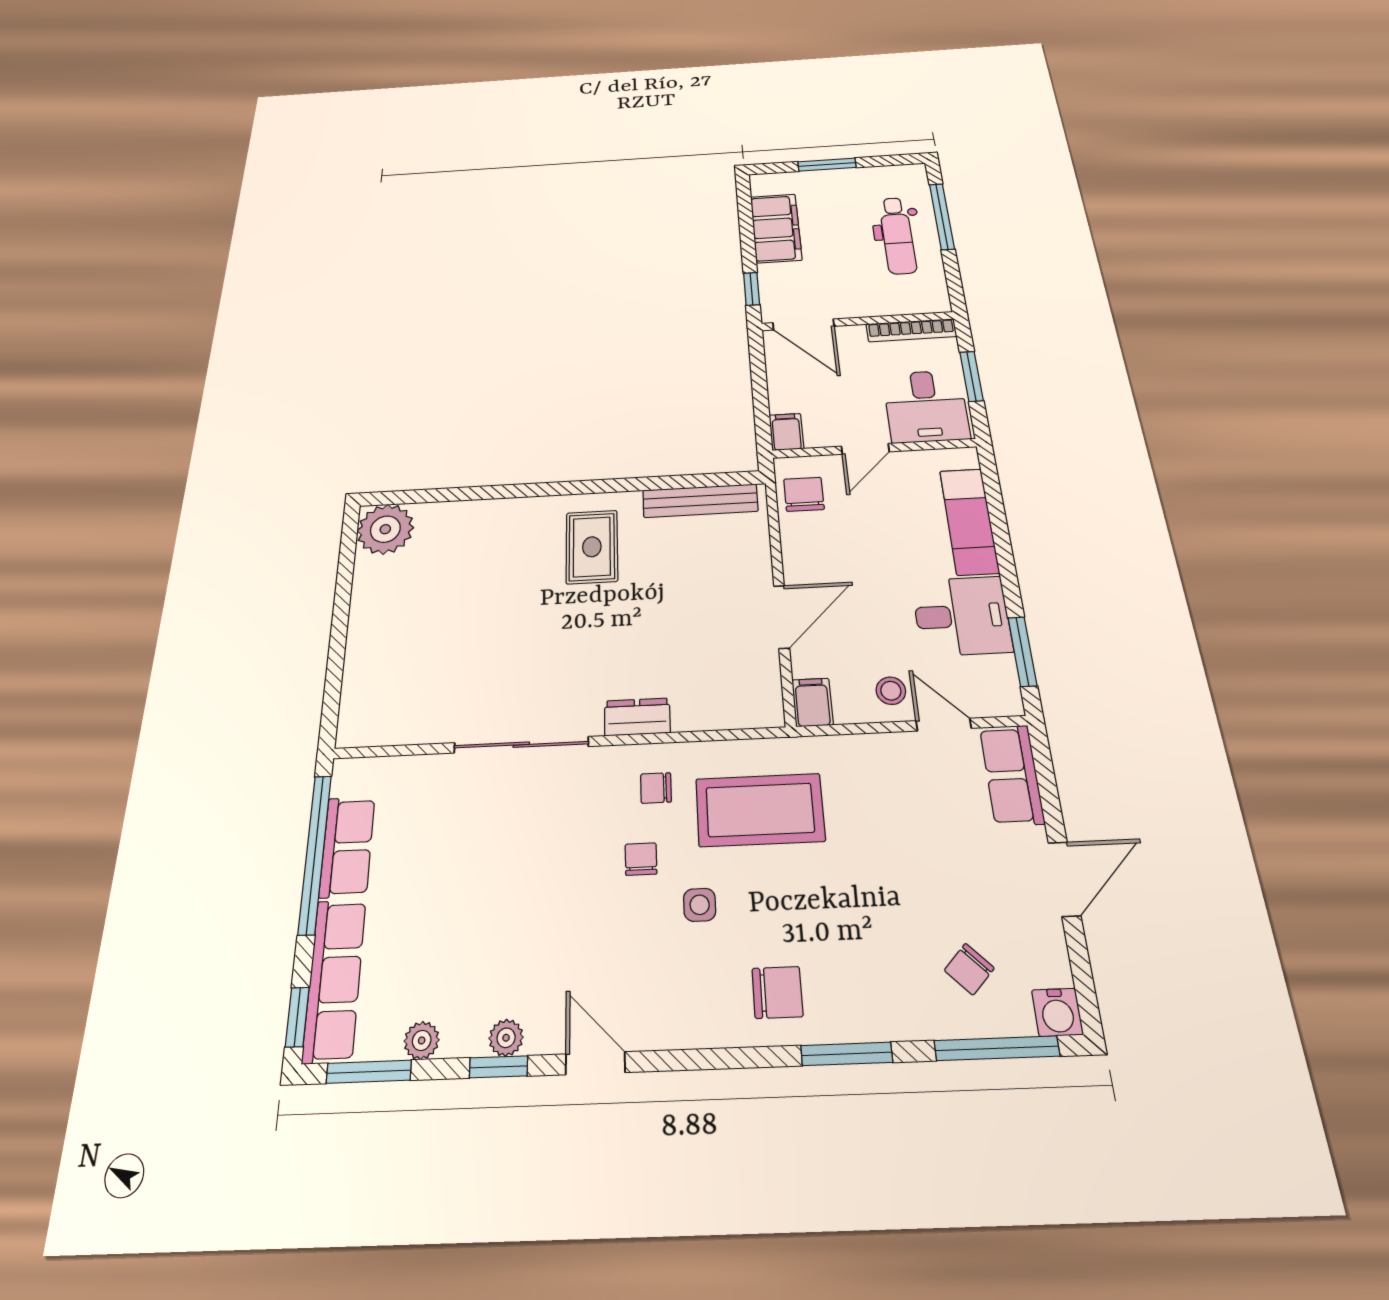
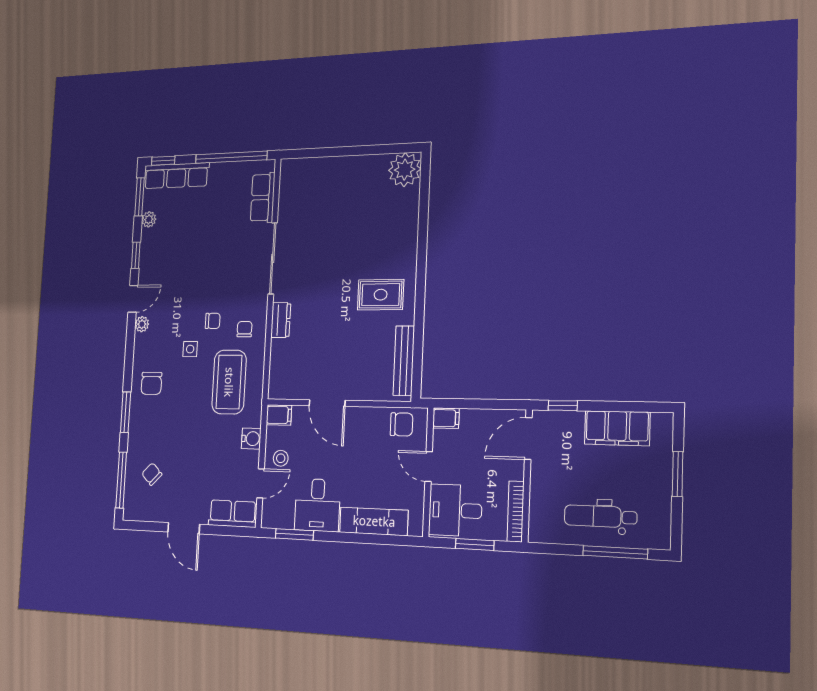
row of seats: (347, 847) -> (263, 198), moved, turned 90
water cooler: (1057, 1012) -> (251, 439), moved, turned 180
plant: (506, 1038) -> (142, 324), moved

